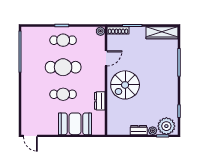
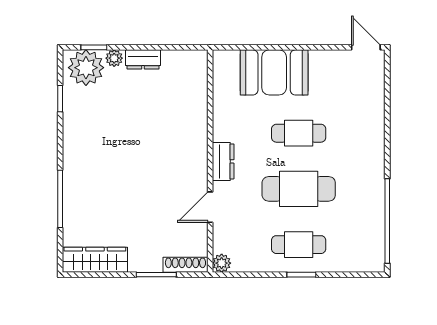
spiral stairs: (125, 85) -> (171, 152), removed
dresser: (100, 101) -> (223, 161), moved

